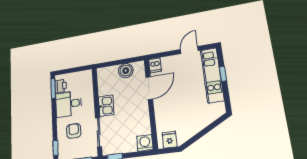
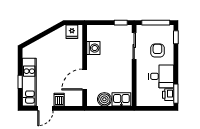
dishwasher: (155, 65) -> (59, 100), moved
kitchen sink: (106, 106) -> (121, 99), moved, turned 90
armchair: (74, 131) -> (157, 51), turned 180
washing machine: (145, 143) -> (93, 48), moved, turned -90

